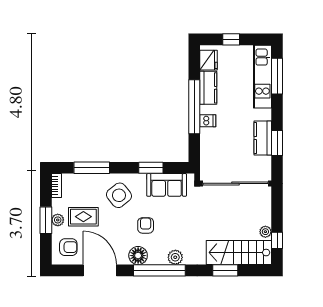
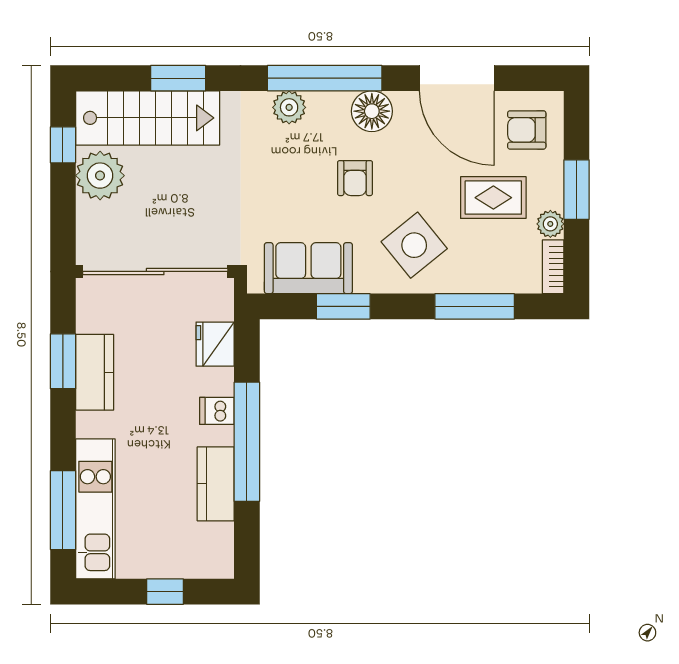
fridge: (209, 60) -> (215, 344), moved
plant: (58, 220) -> (550, 224), moved
plant: (265, 232) -> (100, 176), width x1.88, depth x1.88

